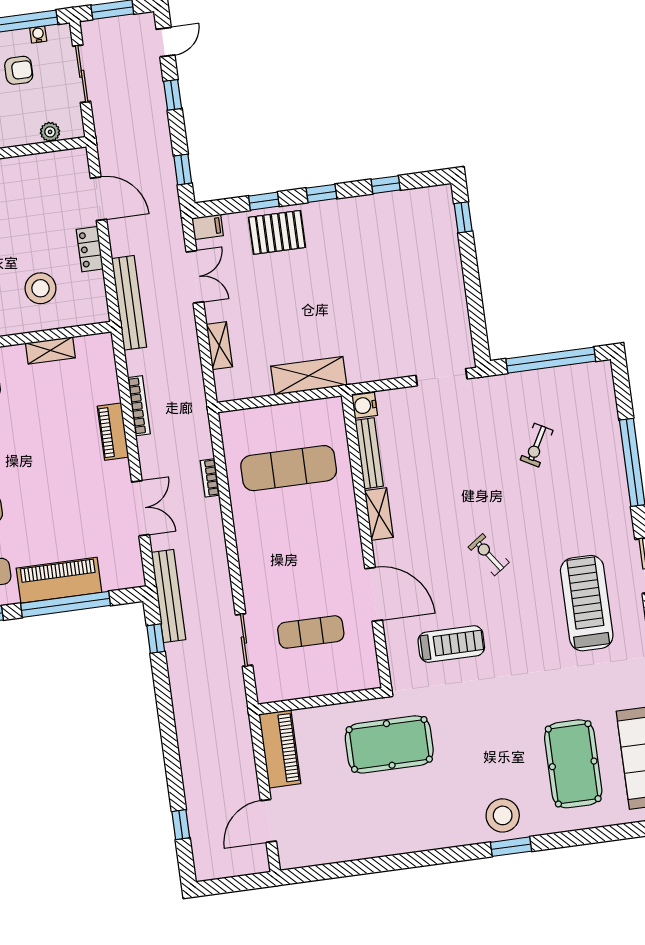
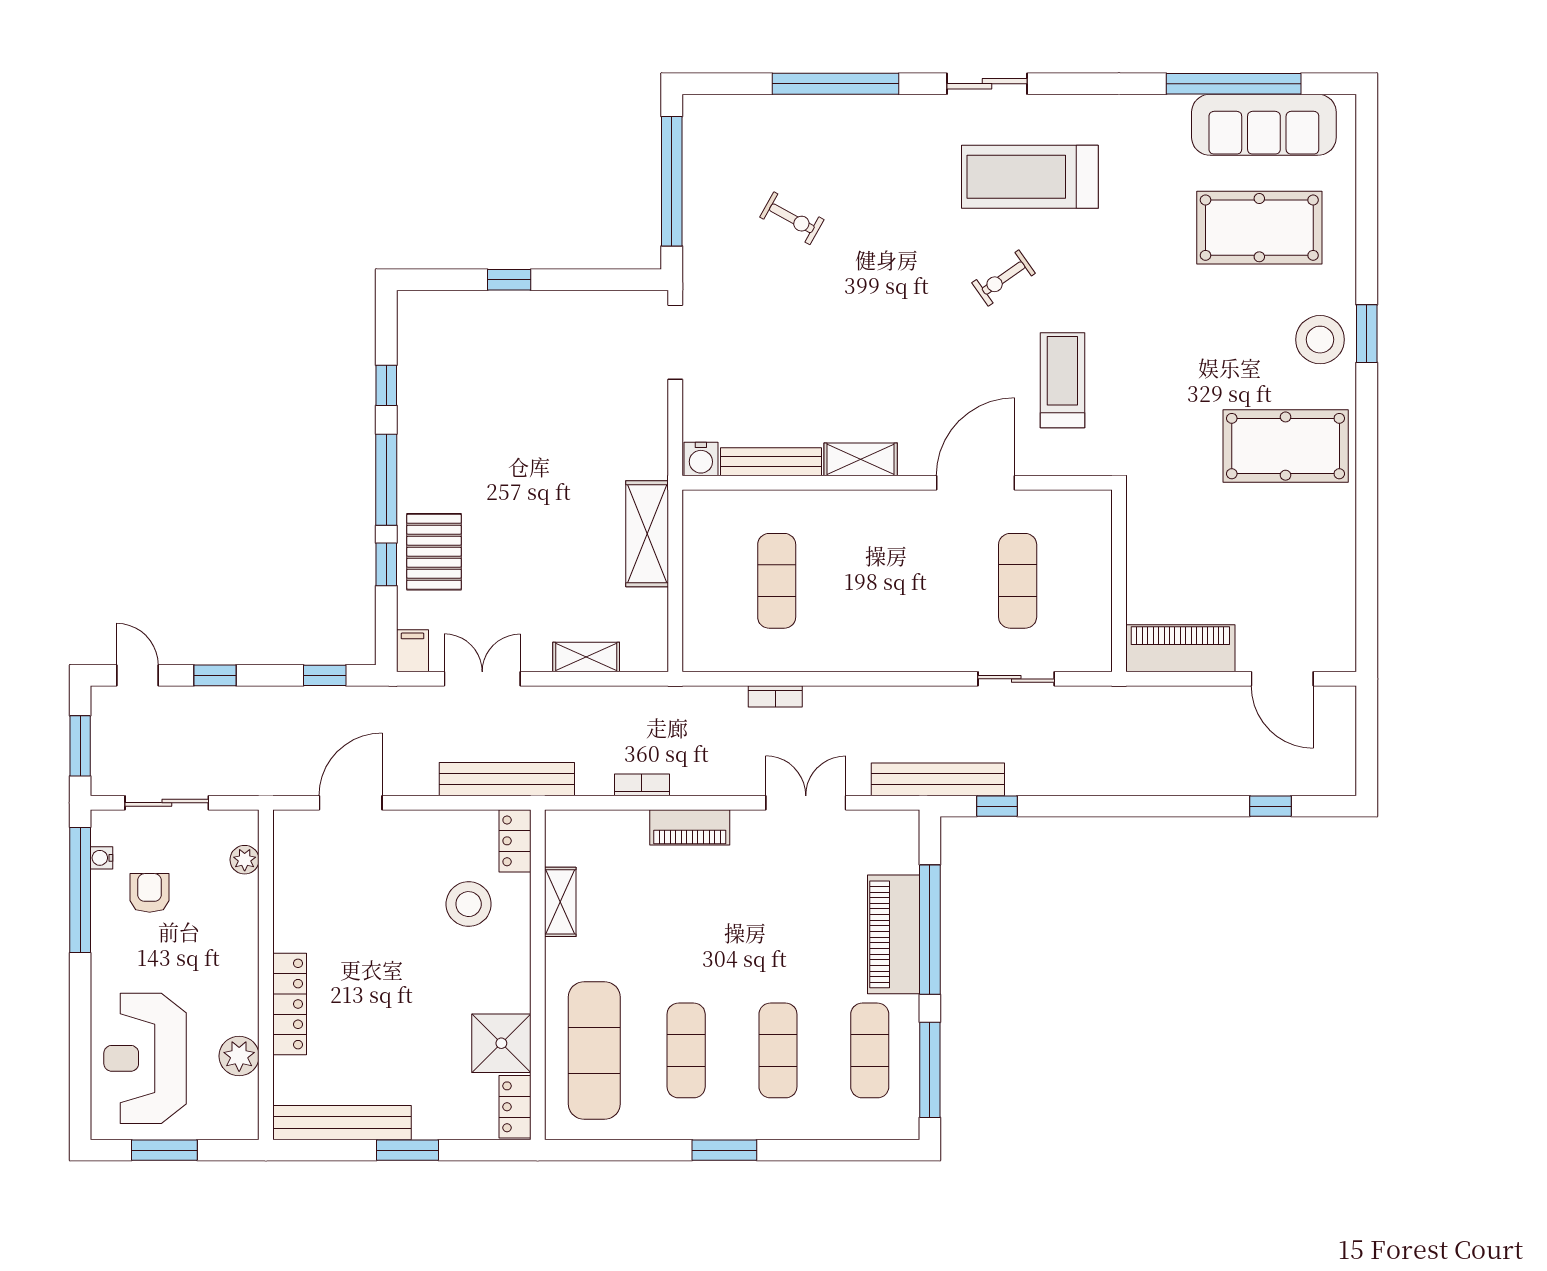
window: (322, 193) -> (386, 480), width x2.17
window: (463, 217) -> (509, 280), moved
locker: (90, 249) -> (515, 841), moved, turned 90
bookcase: (139, 406) -> (642, 785), width x0.64
exercise mat: (289, 468) -> (777, 581), width x0.73, depth x0.69
exercise bike: (489, 555) -> (1004, 278), moved
pool table: (389, 744) -> (1286, 446), moved, turned 90

